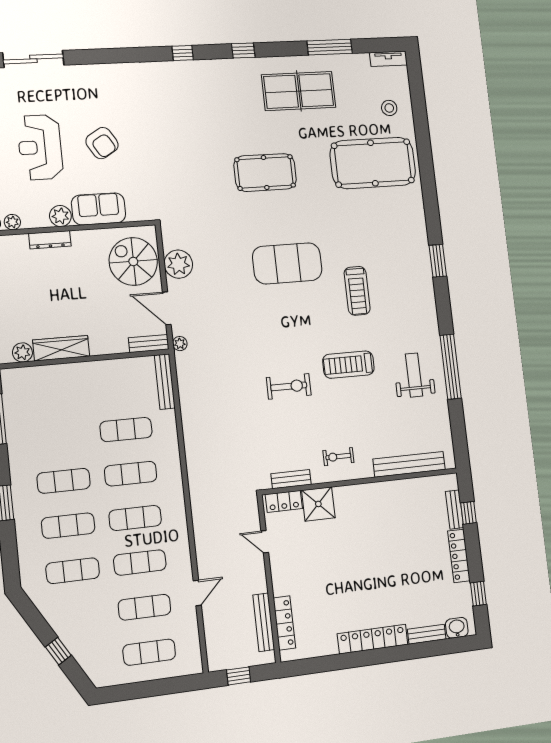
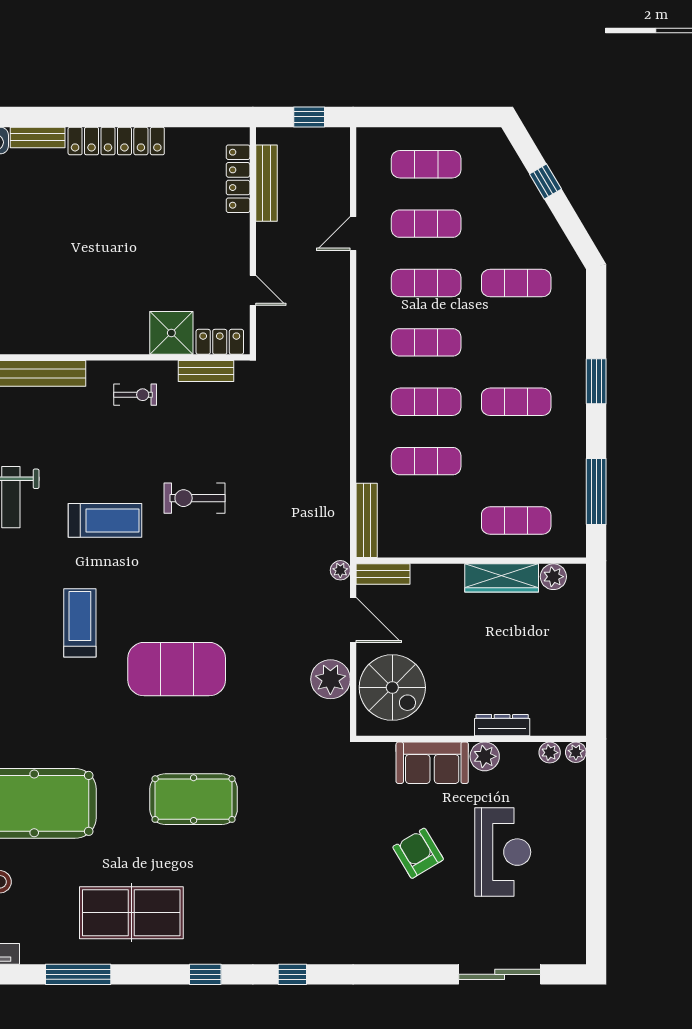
exercise mat: (68, 526) -> (516, 521), moved

